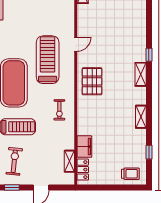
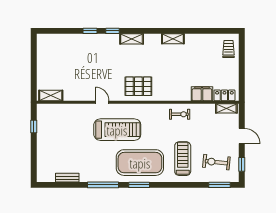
treadmill: (48, 60) -> (117, 130), turned 180
exercise bike: (59, 110) -> (180, 114), moved
window: (149, 152) -> (90, 31), moved
shelving: (69, 161) -> (226, 108), moved

